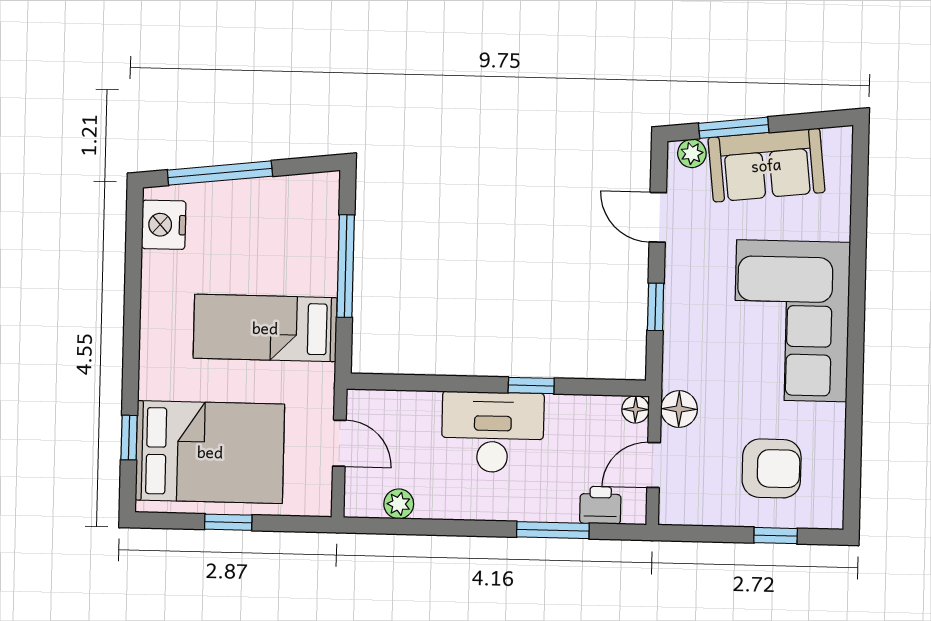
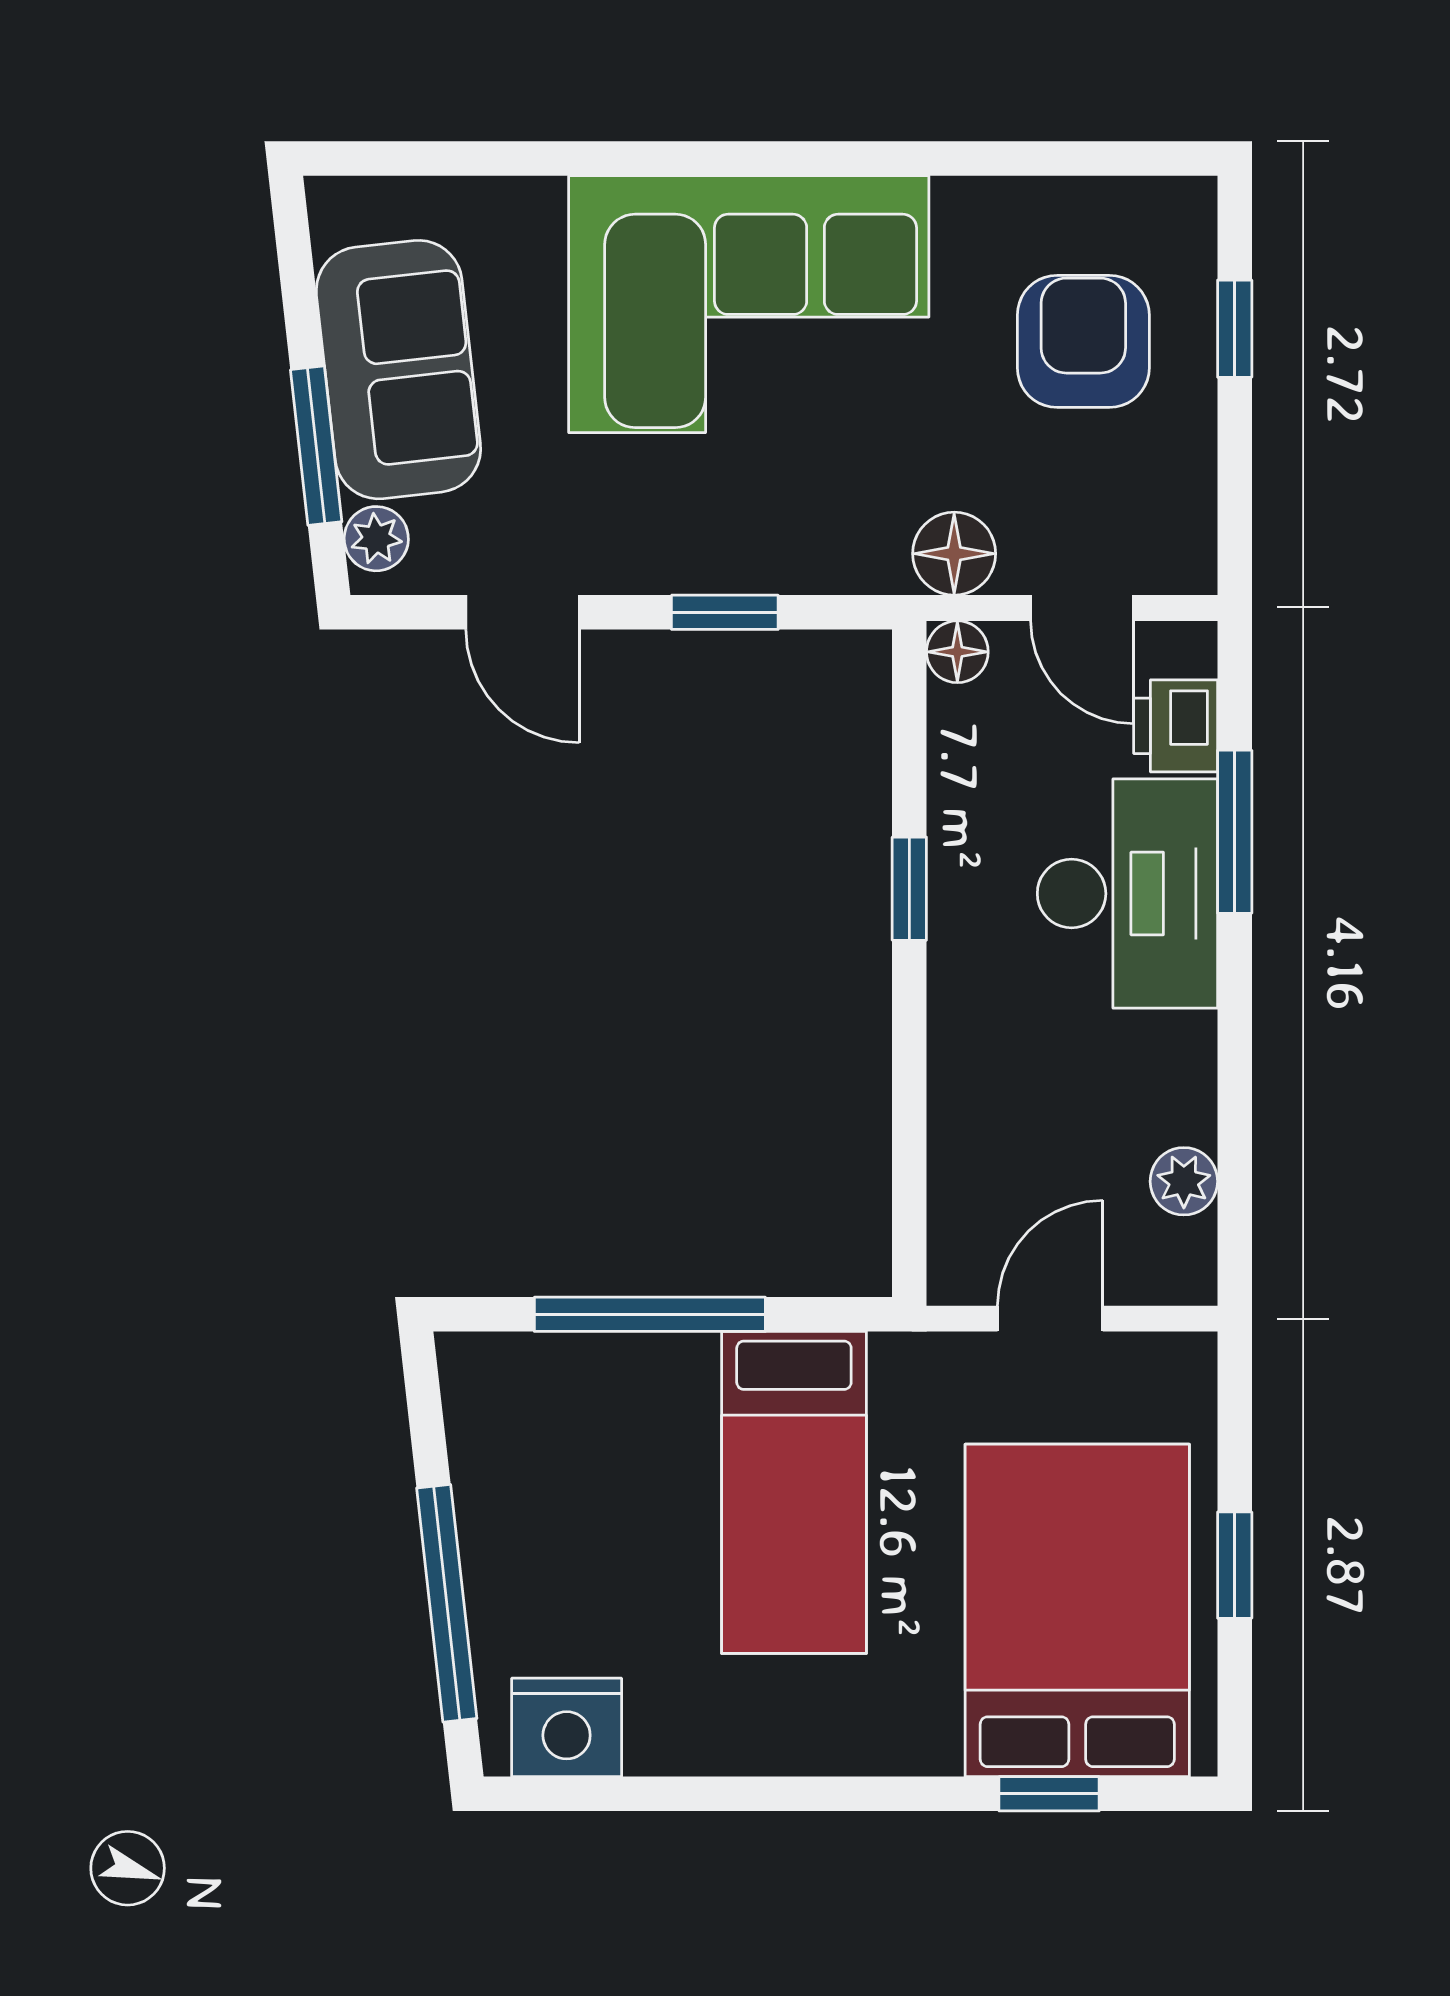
door: (658, 217) -> (522, 612), hinge flipped
desk: (493, 432) -> (1127, 894), moved, turned 180

